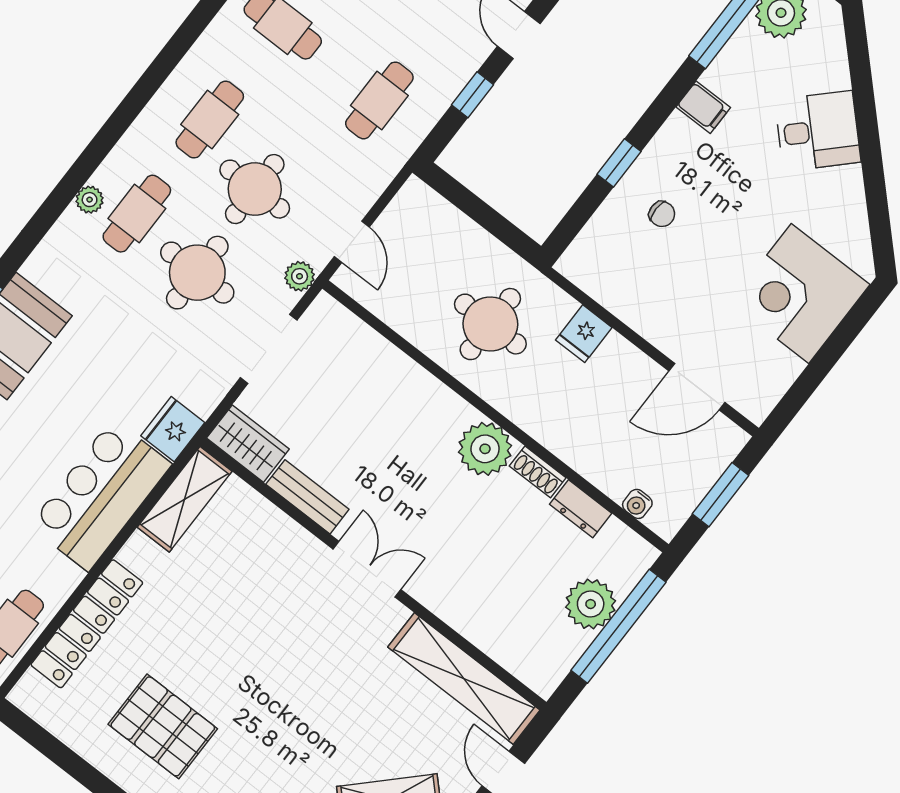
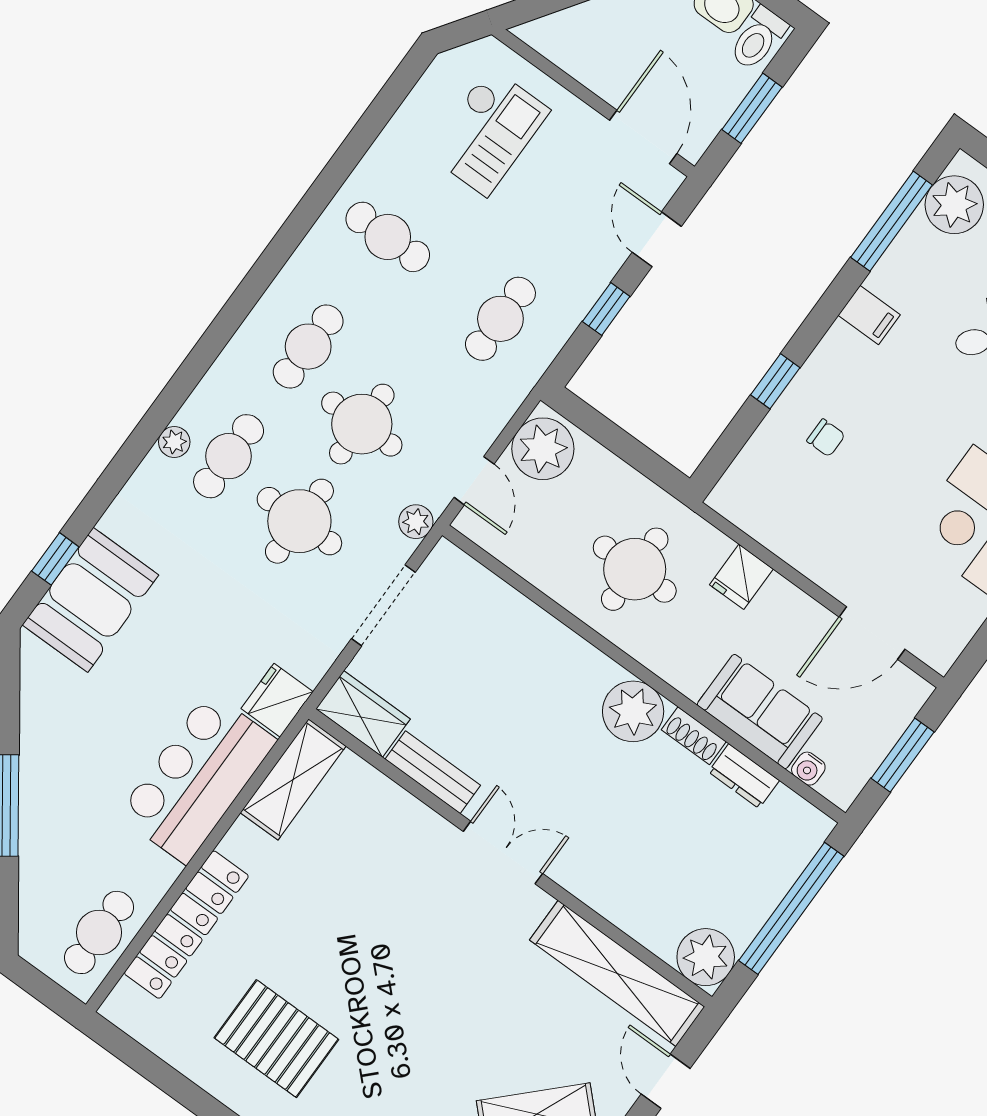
plant: (413, 216) -> (543, 449), added
sofa: (596, 452) -> (760, 711), added
plant: (591, 604) -> (706, 957), moved

